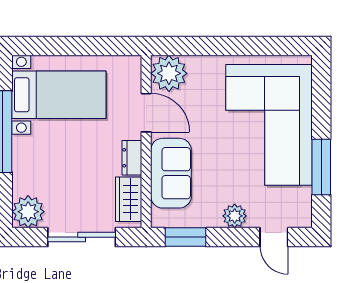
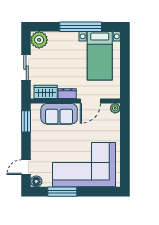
plant: (169, 73) -> (115, 108), width x0.53, depth x0.53
plant: (235, 216) -> (37, 147), removed
floor lamp: (302, 217) -> (36, 181), added
sliding door: (82, 237) -> (26, 68), width x0.73

